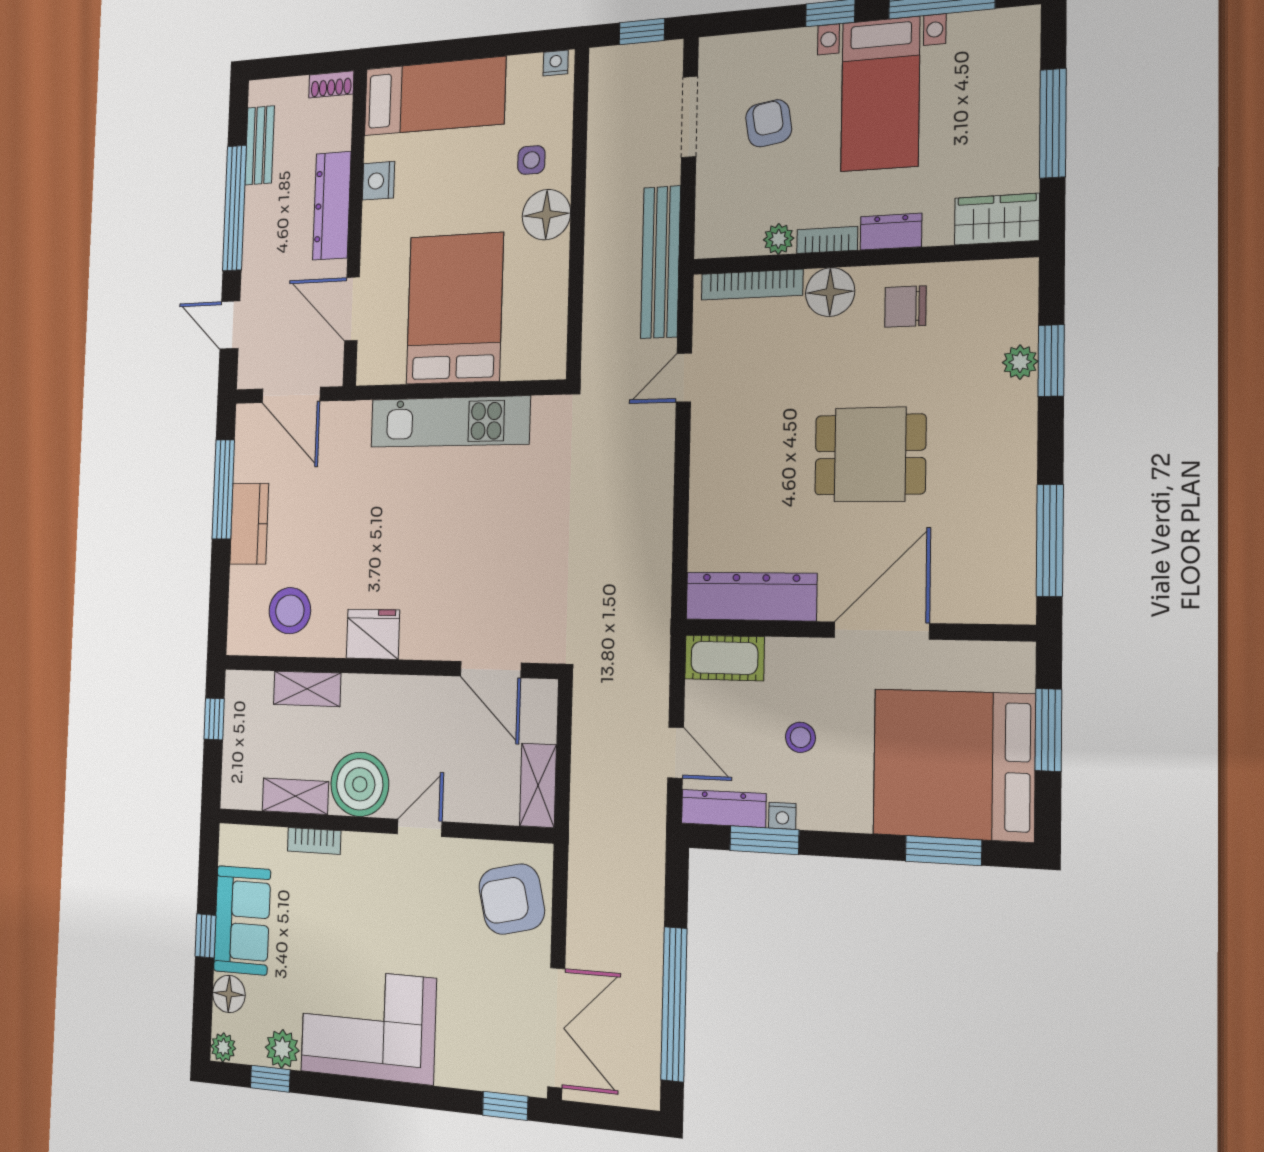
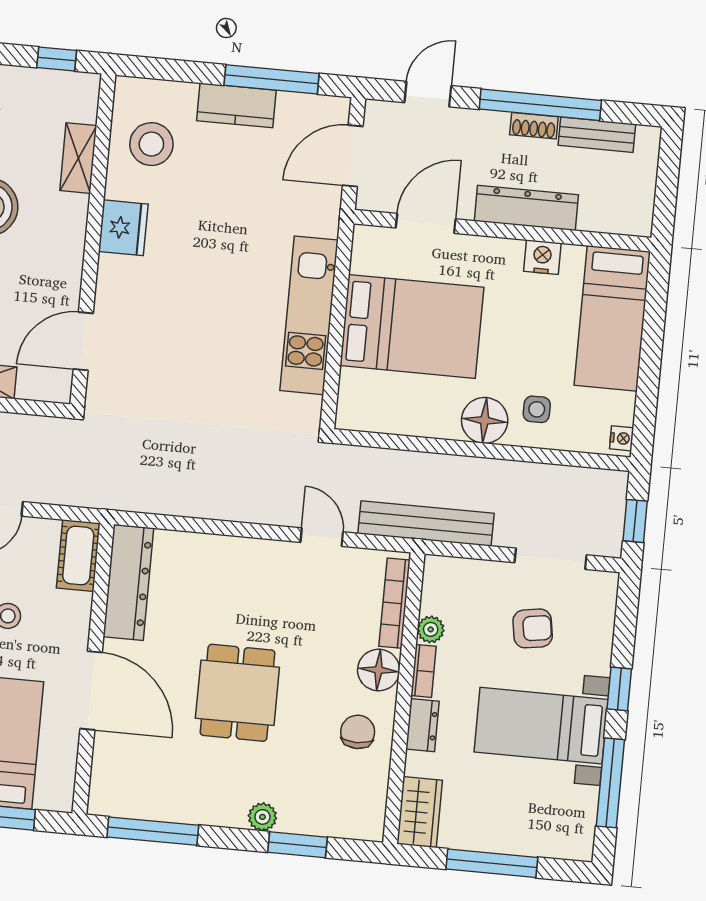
shoe rack: (331, 84) -> (534, 126), moved, turned -90
plant: (1020, 362) -> (262, 817), moved

